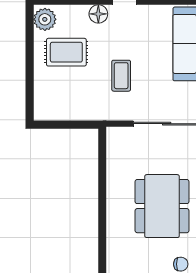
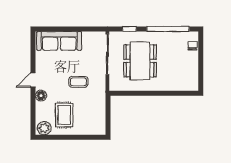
dining table: (162, 206) -> (140, 61), moved, turned 90

